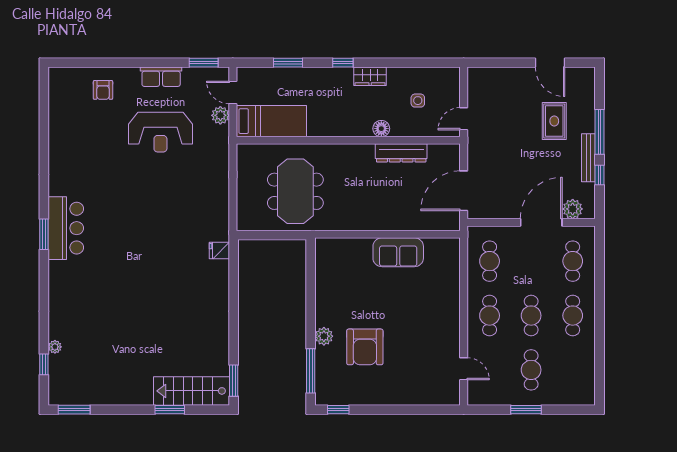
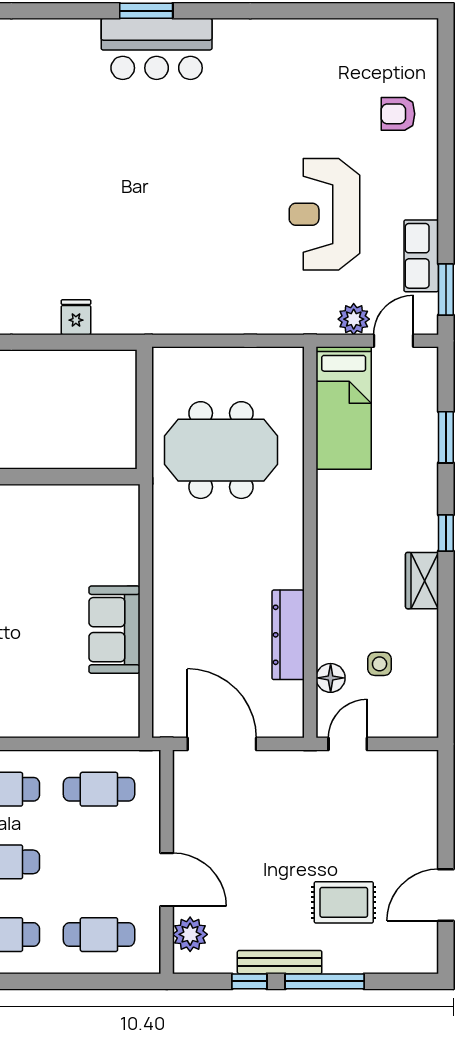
row of seats: (161, 77) -> (421, 256), moved
door: (464, 119) -> (348, 744), hinge flipped
floor lamp: (381, 129) -> (331, 678), moved
door: (541, 222) -> (167, 880), width x0.73
fridge: (219, 250) -> (76, 317), moved

